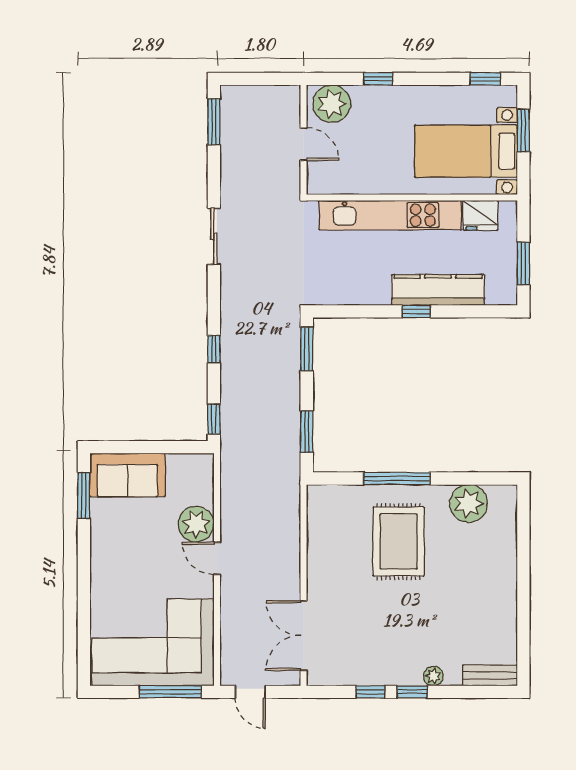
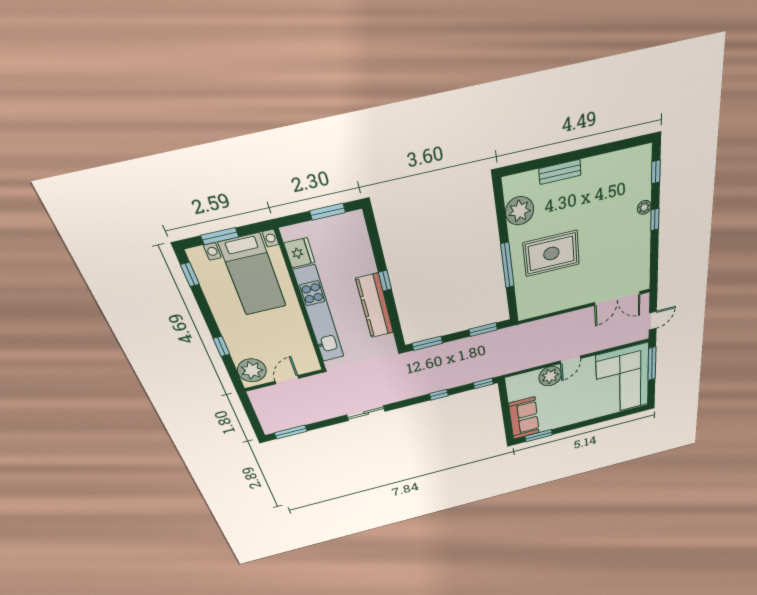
kitchen counter: (438, 290) -> (375, 306), moved
bench: (490, 675) -> (560, 172), moved, turned 90
window: (371, 692) -> (656, 172), moved

